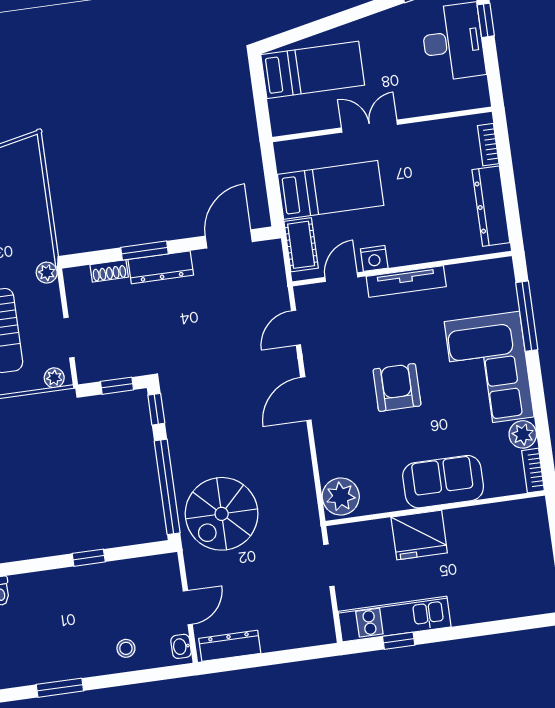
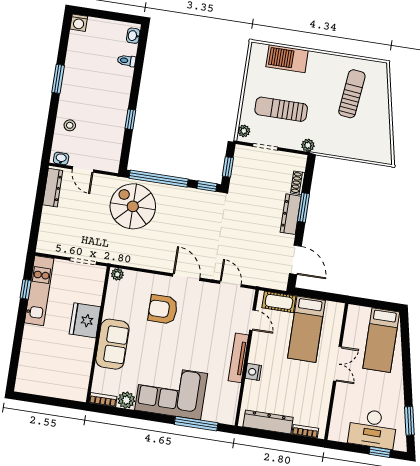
nightstand: (374, 258) -> (253, 372), moved
armchair: (397, 387) -> (163, 309), moved, turned 180
plant: (341, 496) -> (117, 274), width x0.53, depth x0.53

